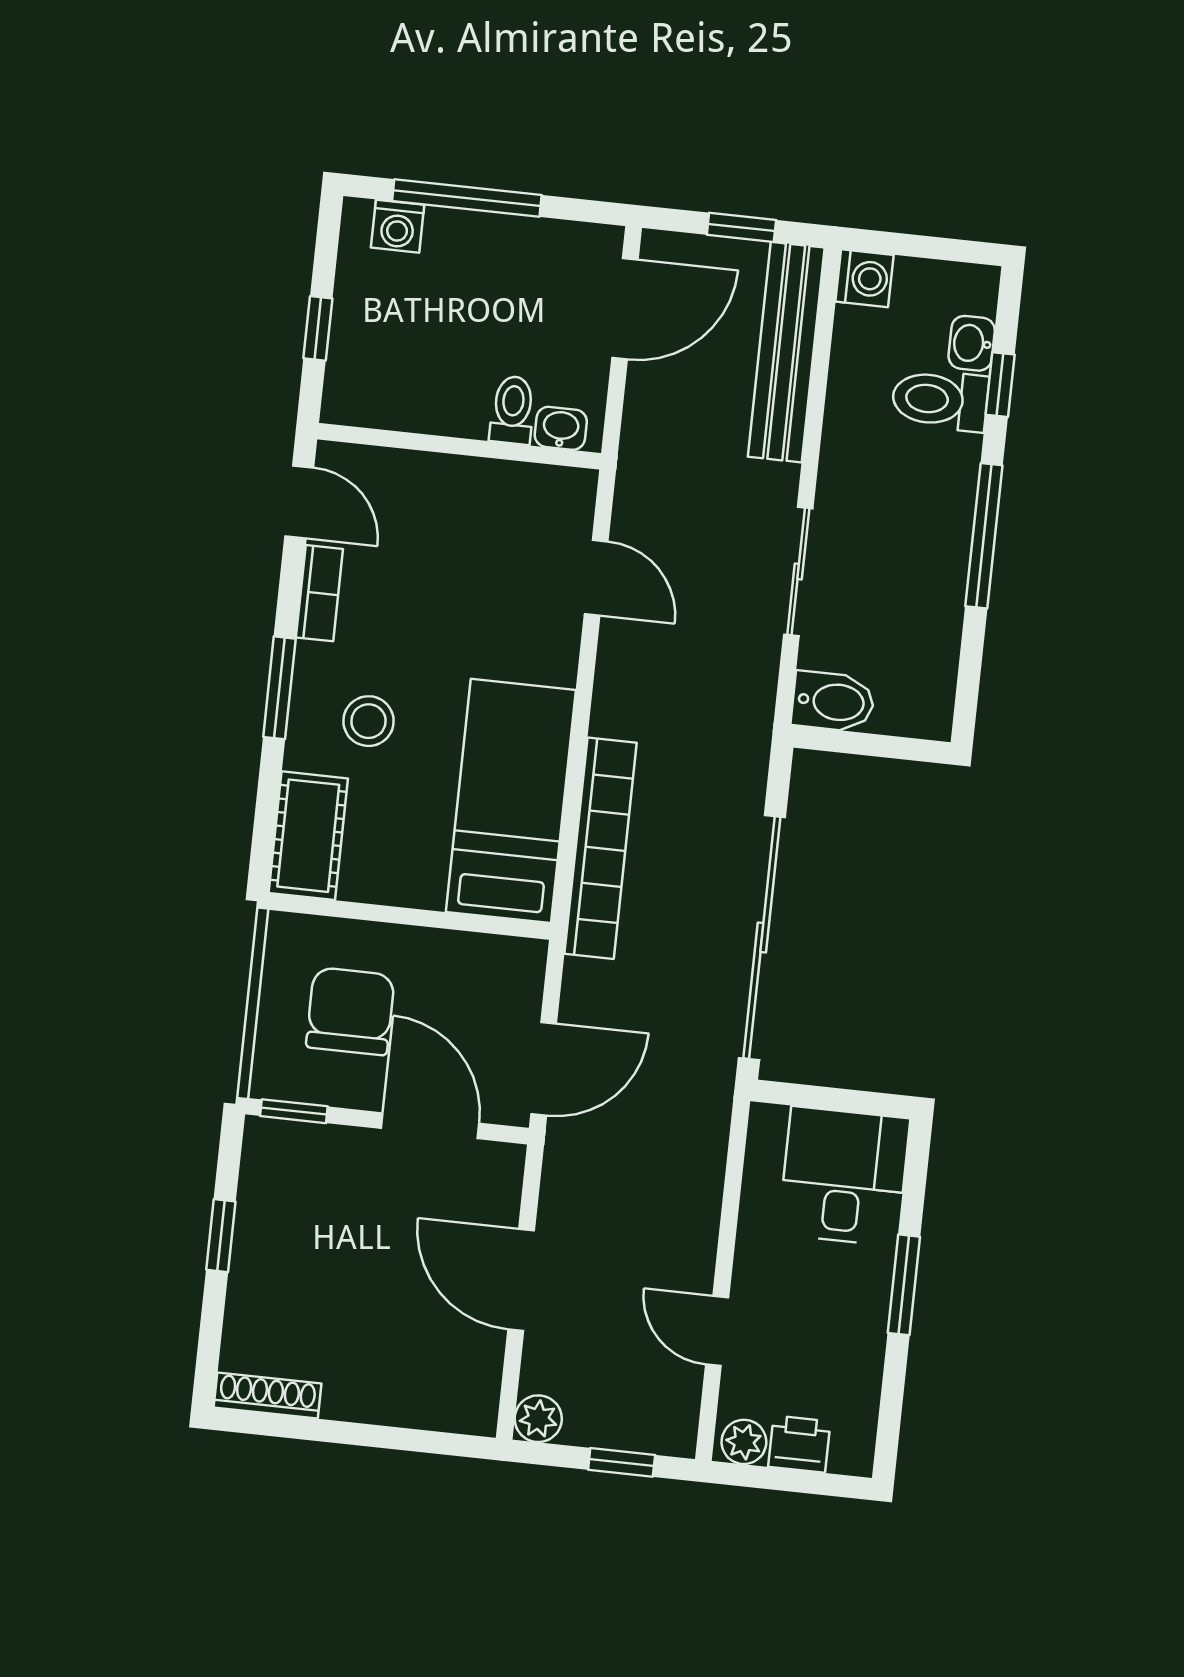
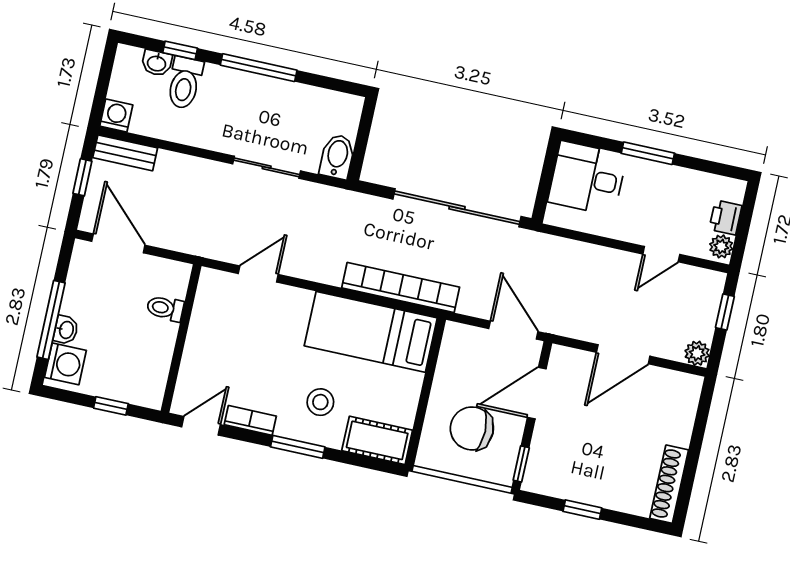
washing machine: (398, 226) -> (65, 364), width x1.38, depth x1.38
bench: (786, 352) -> (125, 153), width x0.54, depth x0.82
washbasin: (561, 428) -> (66, 330), moved, turned 180
shoe rack: (267, 1395) -> (669, 484), width x1.36, depth x1.24

